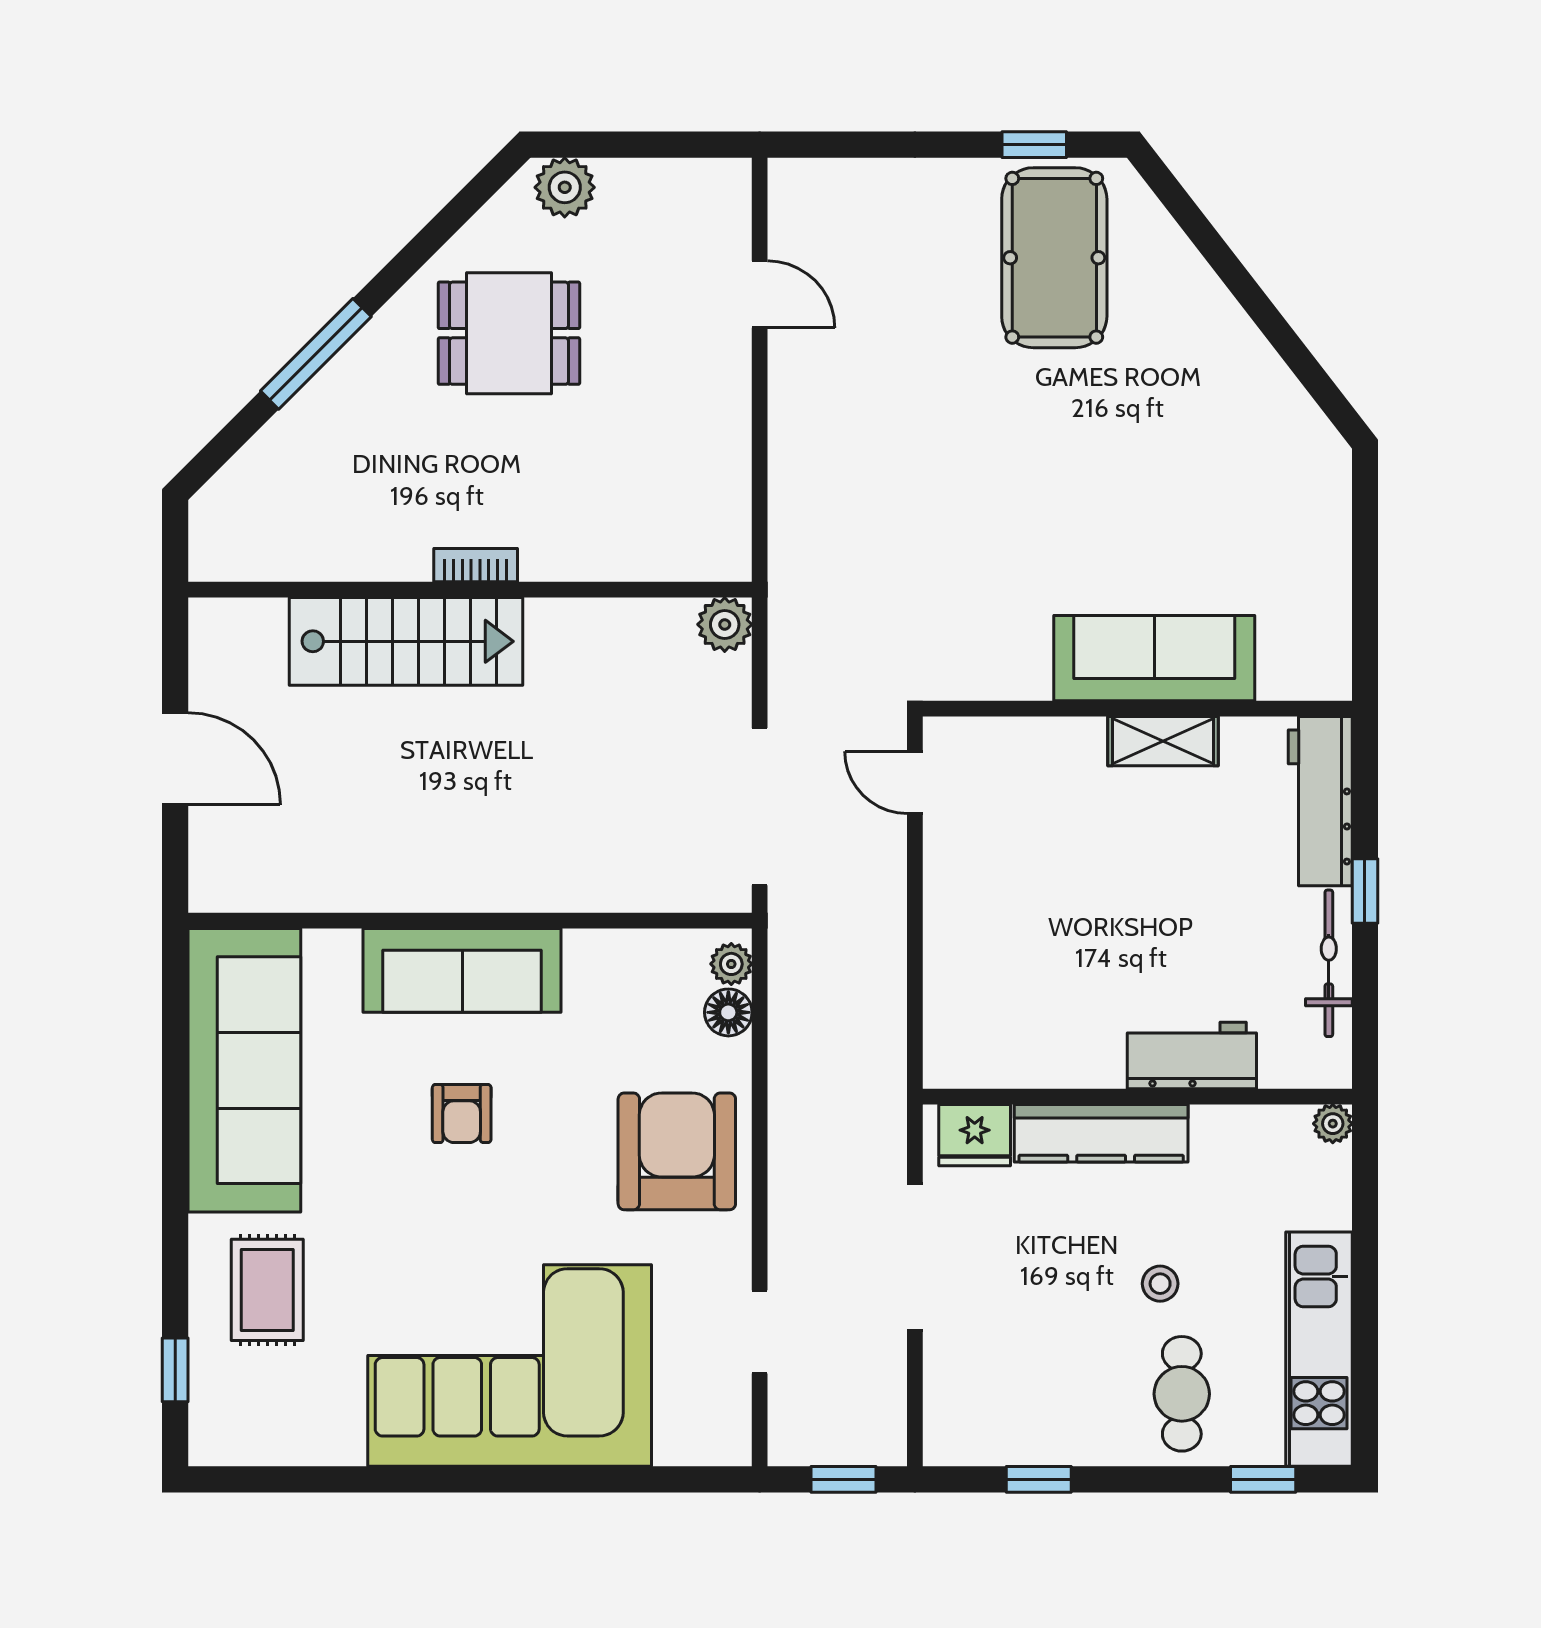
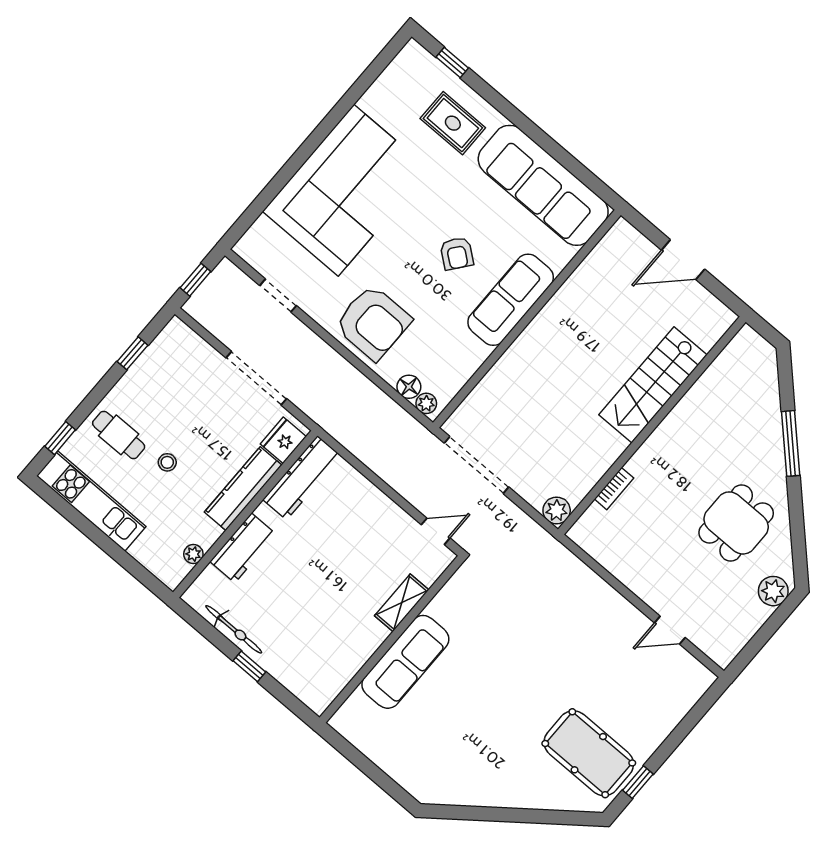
bookcase: (476, 565) -> (614, 489), moved
shelving: (1163, 741) -> (402, 603), moved
workbench: (1320, 801) -> (302, 478), moved, turned 90
armchair: (462, 1114) -> (457, 253), turned -142
plant: (1333, 1124) -> (193, 554), moved

